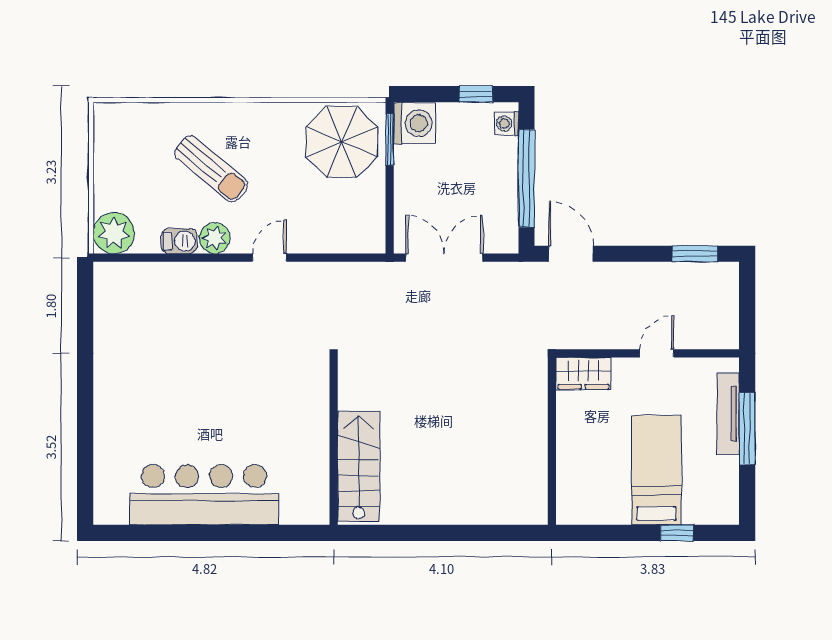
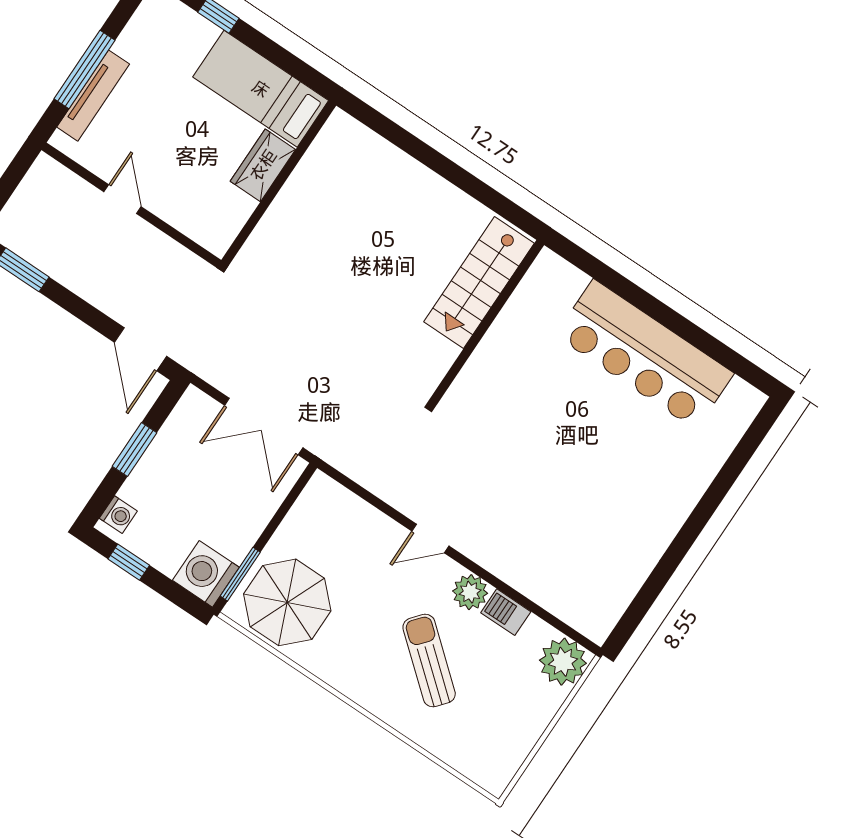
window: (527, 178) -> (134, 450), width x0.47
door: (657, 353) -> (123, 199), swing flipped
wardrobe: (583, 373) -> (263, 165), moved, turned -90
bed: (656, 470) -> (261, 89), moved, turned 90

